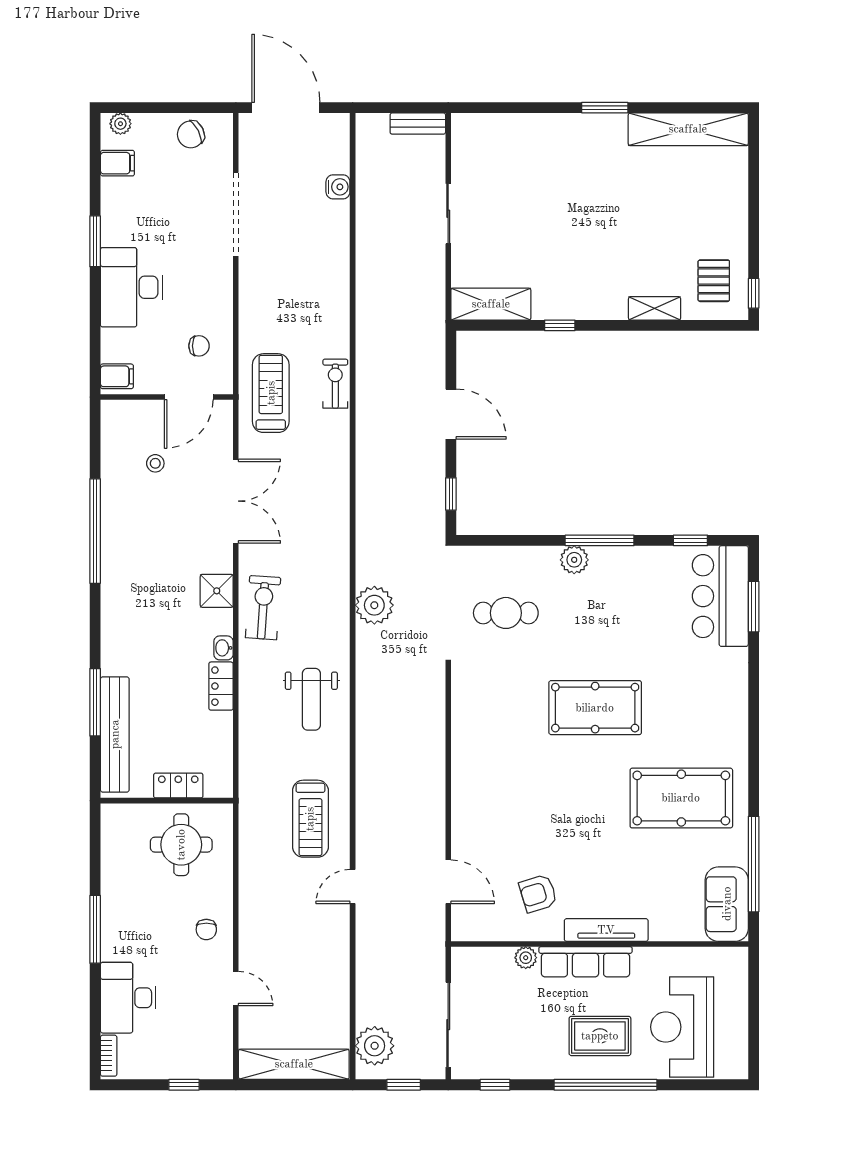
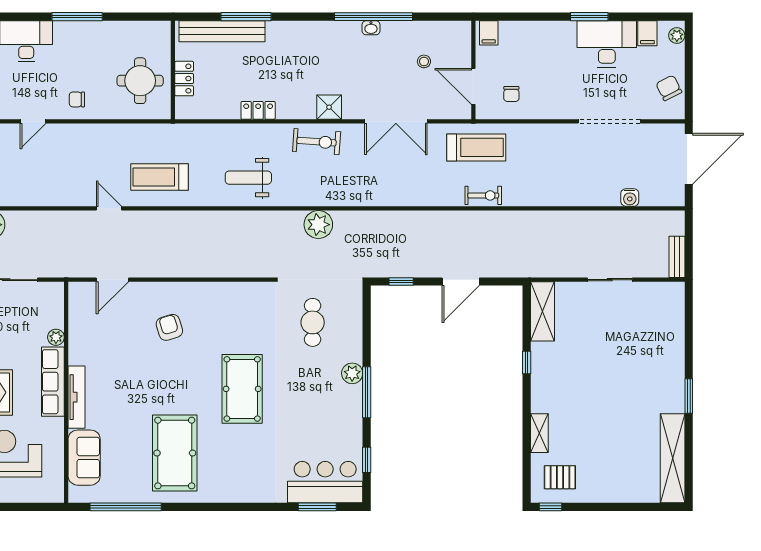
desk: (132, 287) -> (607, 44), moved
washbasin: (223, 648) -> (371, 28), moved, turned 180
armchair: (538, 893) -> (169, 327), moved
sofa: (727, 904) -> (84, 458), moved, turned 90

